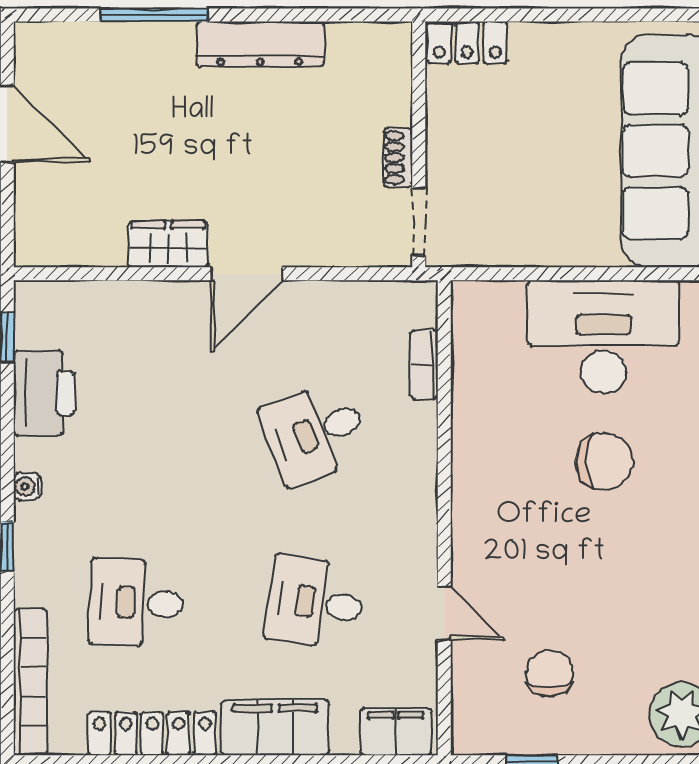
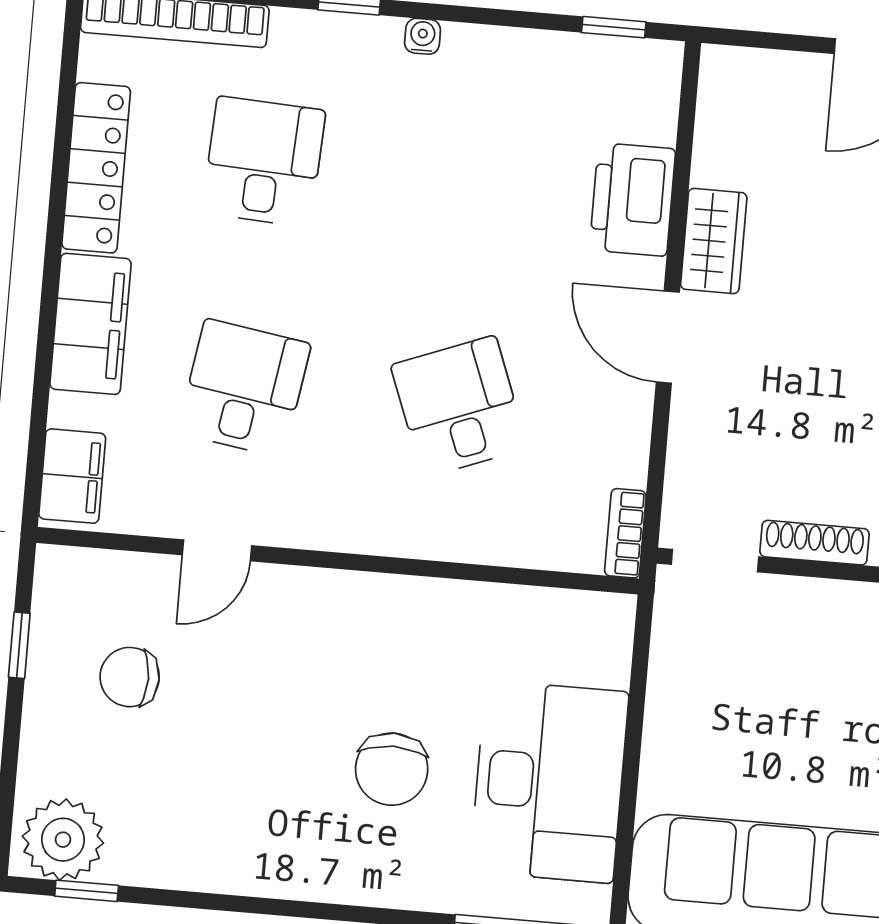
shoe rack: (398, 158) -> (814, 543), width x1.43
bookcase: (424, 364) -> (625, 533), moved, turned -90
printer: (44, 393) -> (633, 199), moved, turned 90
chair: (550, 673) -> (130, 677), turned 180

